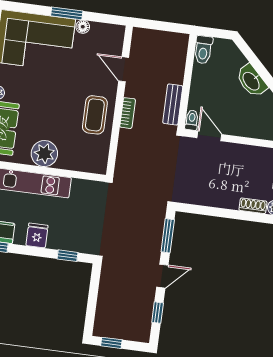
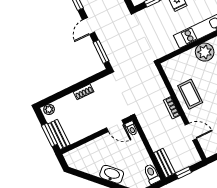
window: (165, 26) -> (183, 173), added
bench: (173, 104) -> (164, 163), moved
shoe rack: (253, 206) -> (84, 92), moved

